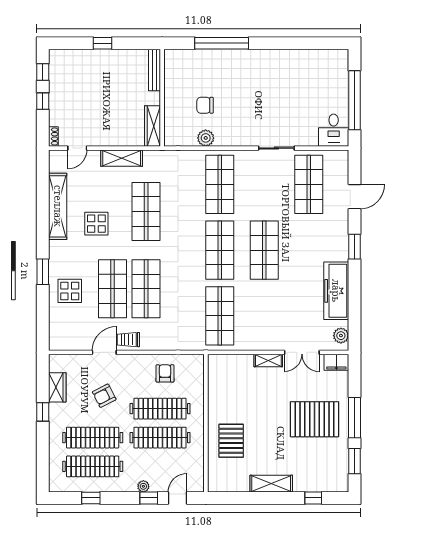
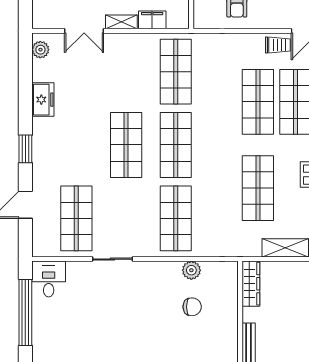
freezer: (336, 291) -> (43, 100), width x0.52, depth x0.79
double door: (302, 352) -> (84, 31), swing flipped
filing cabinet: (336, 362) -> (152, 20), moved

